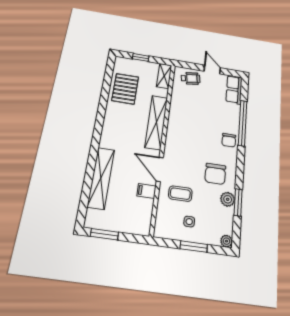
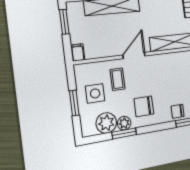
filing cabinet: (146, 191) -> (78, 52), moved
side table: (189, 222) -> (95, 93), width x1.87, depth x1.87
plant: (226, 241) -> (106, 123), moved, width x1.87, depth x1.87

